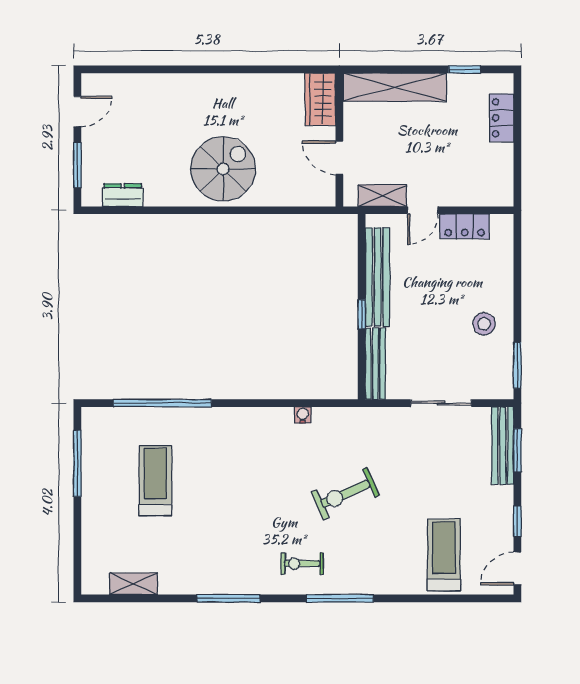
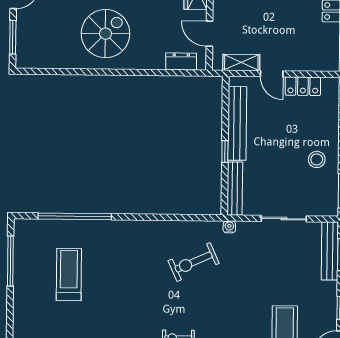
spiral stairs: (223, 169) -> (105, 34), moved
dresser: (123, 195) -> (181, 61), moved
door: (423, 210) -> (272, 74), hinge flipped
water cooler: (303, 415) -> (229, 227), moved
exercise bike: (345, 494) -> (194, 262), moved

